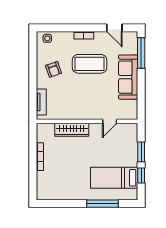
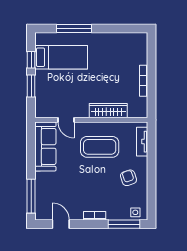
window: (57, 28) -> (124, 224), added
coffee table: (90, 64) -> (100, 147), moved
sofa: (128, 77) -> (45, 146), moved
door: (110, 121) -> (66, 120), swing flipped

